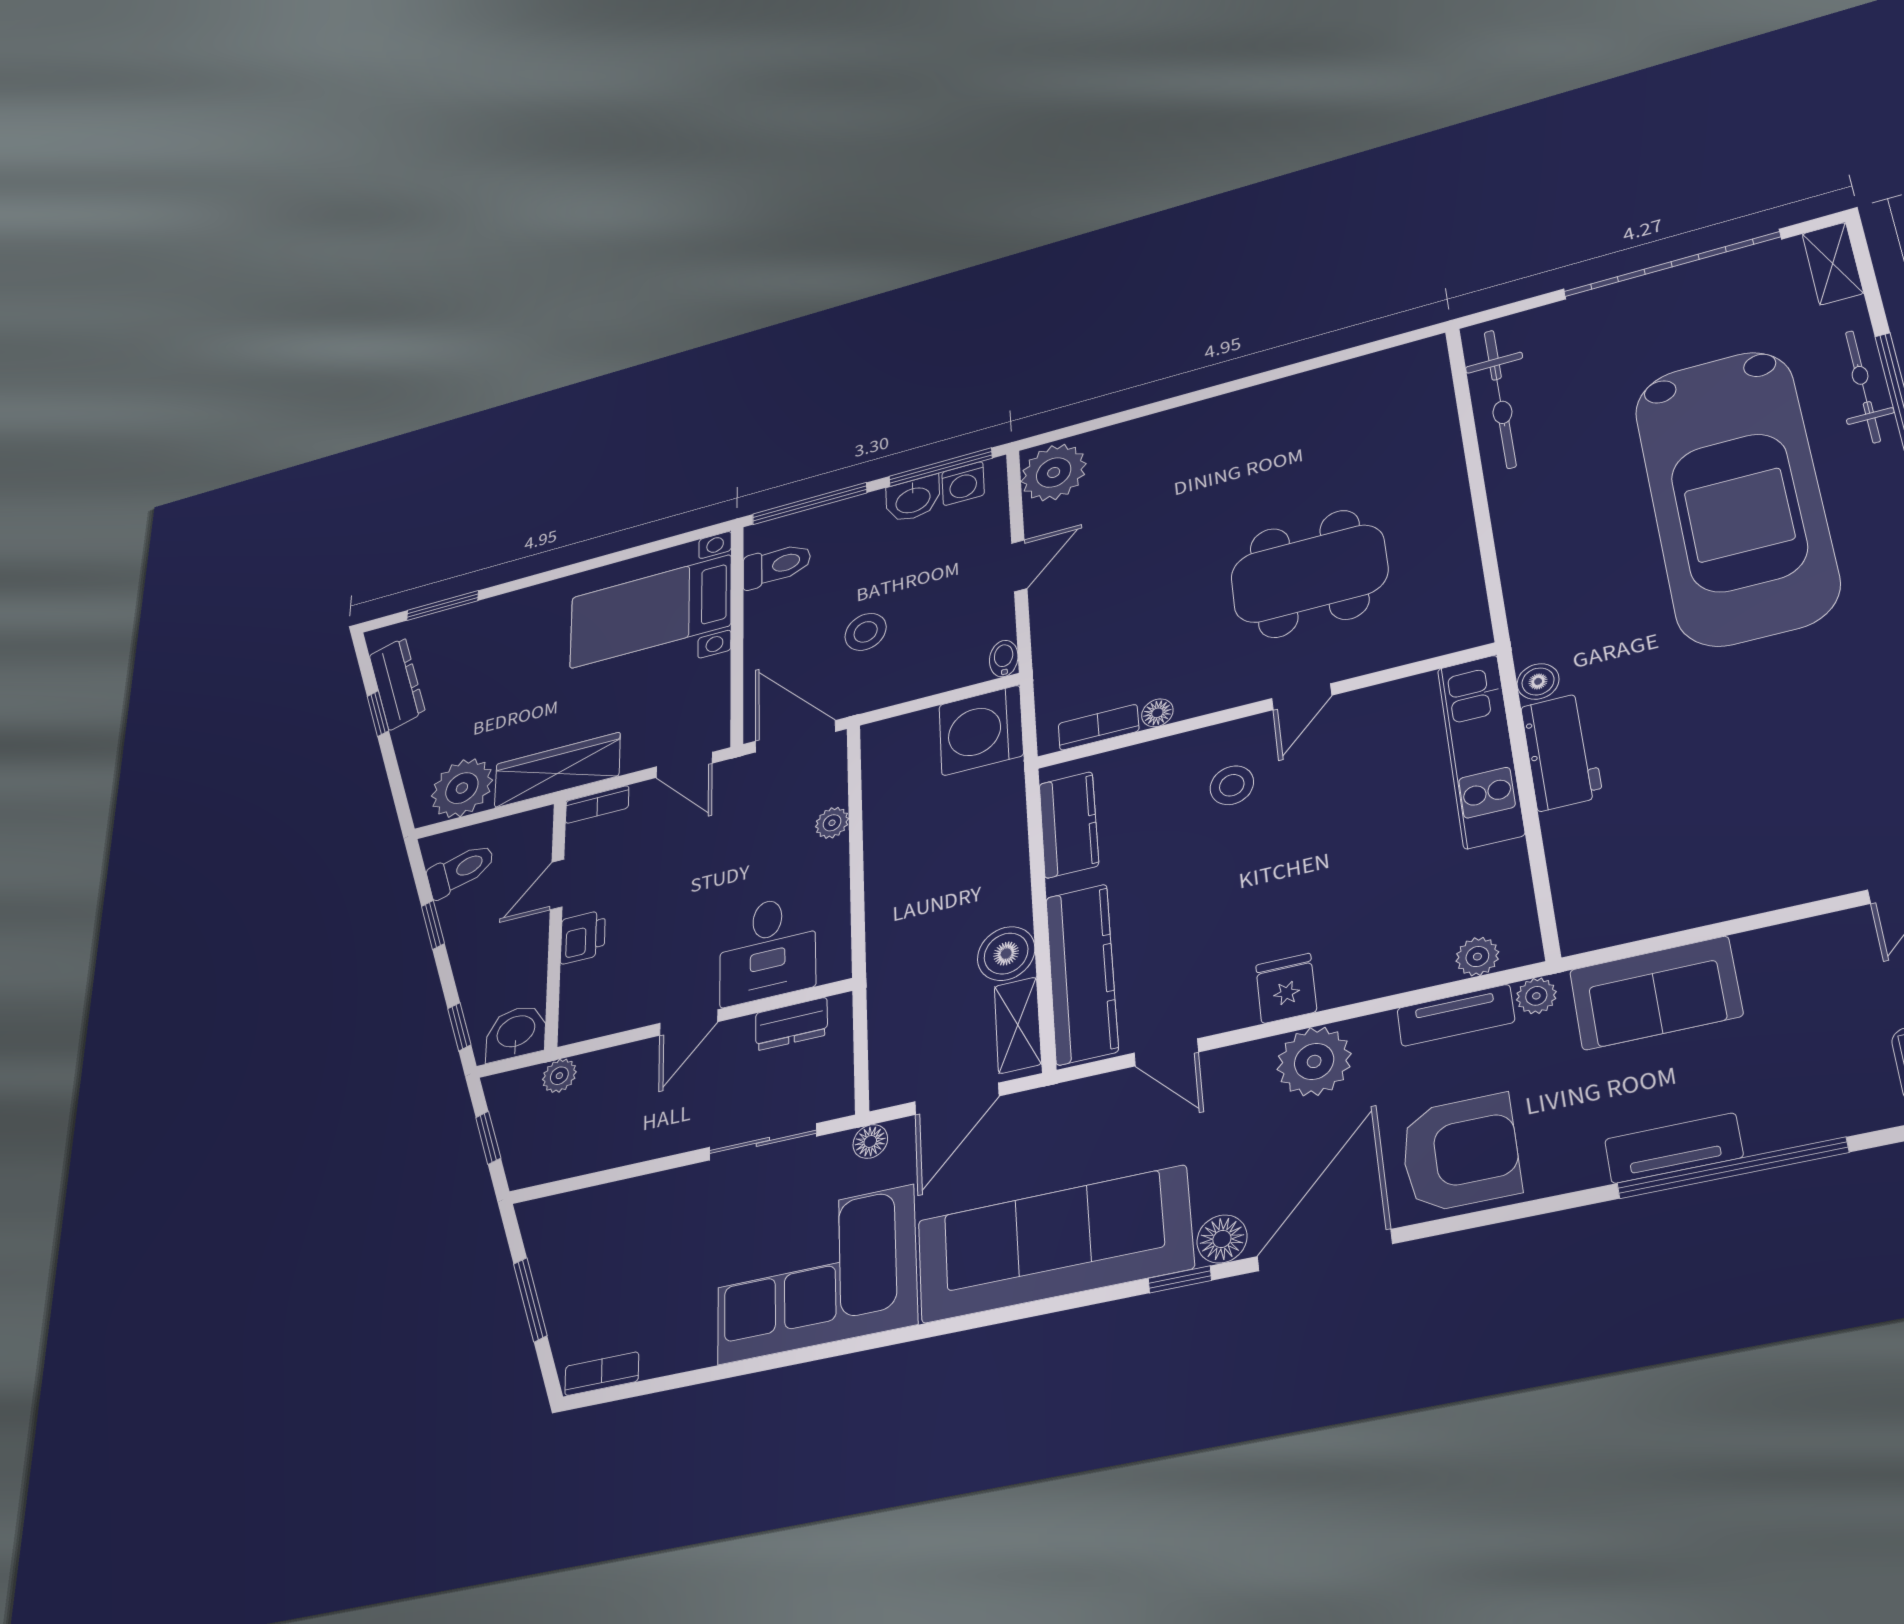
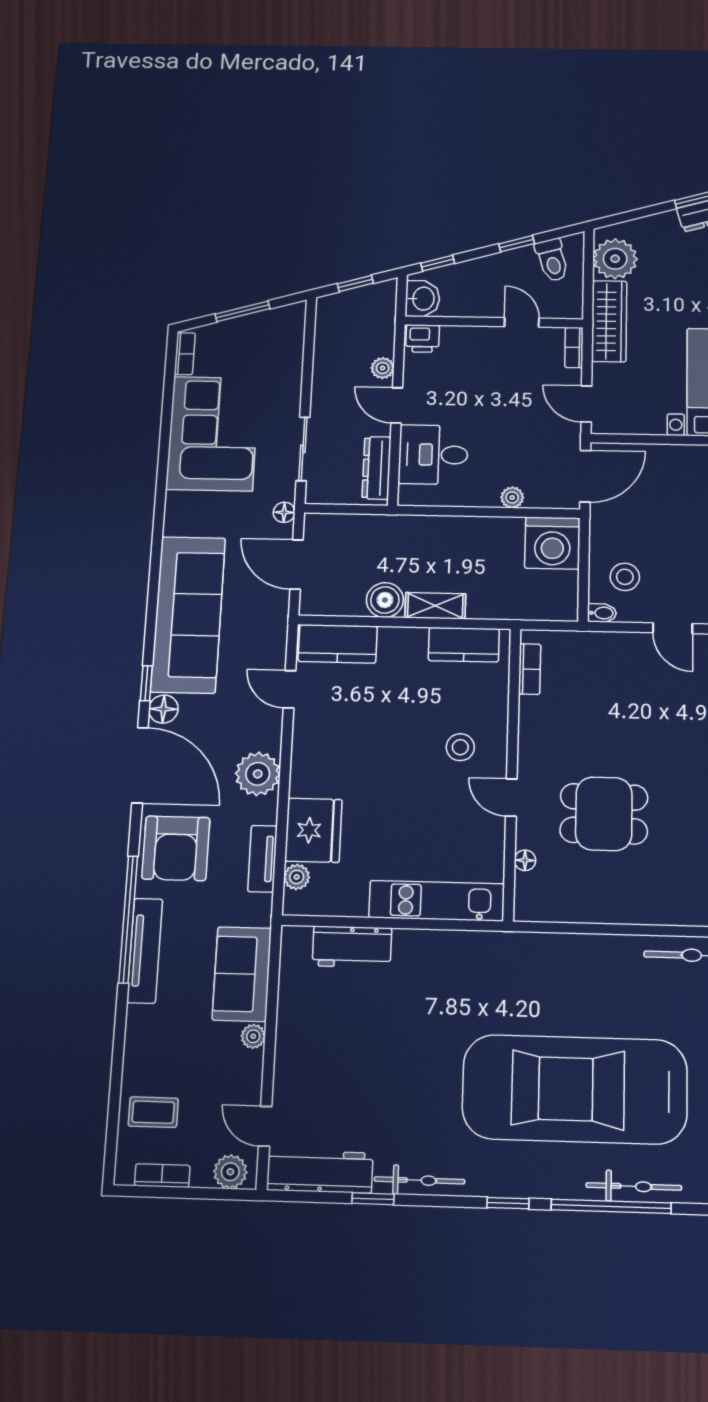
dining table: (1309, 574) -> (604, 814), width x0.73
stool: (866, 632) -> (625, 577), moved
boiler: (1538, 681) -> (475, 943), removed
floor lamp: (1157, 713) -> (525, 860), moved
washing machine: (981, 730) -> (552, 543), moved, turned 180
workbench: (1561, 751) -> (352, 947), moved
door: (684, 765) -> (586, 404), hinge flipped
printer: (583, 937) -> (423, 338), moved
kitchen counter: (1082, 974) -> (338, 644), width x0.67
fridge: (1286, 988) -> (313, 830), moved, width x1.88, depth x1.34
plant: (1536, 996) -> (253, 1036), moved
dresser: (791, 1024) -> (377, 468), width x1.44
shelving: (1018, 1025) -> (435, 606), moved
door: (1166, 1052) -> (290, 689), hinge flipped
plant: (559, 1076) -> (383, 368), moved
tv unit: (1674, 1148) -> (145, 951), width x1.41
window: (1732, 1168) -> (128, 919), moved
corner sofa: (816, 1274) -> (213, 434), moved

